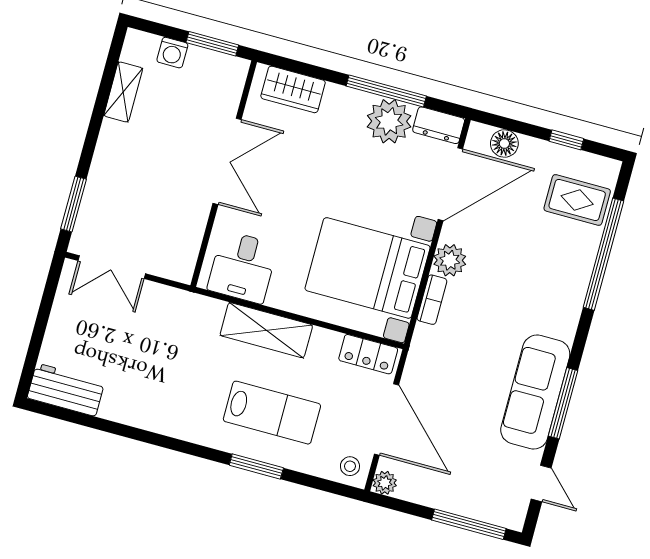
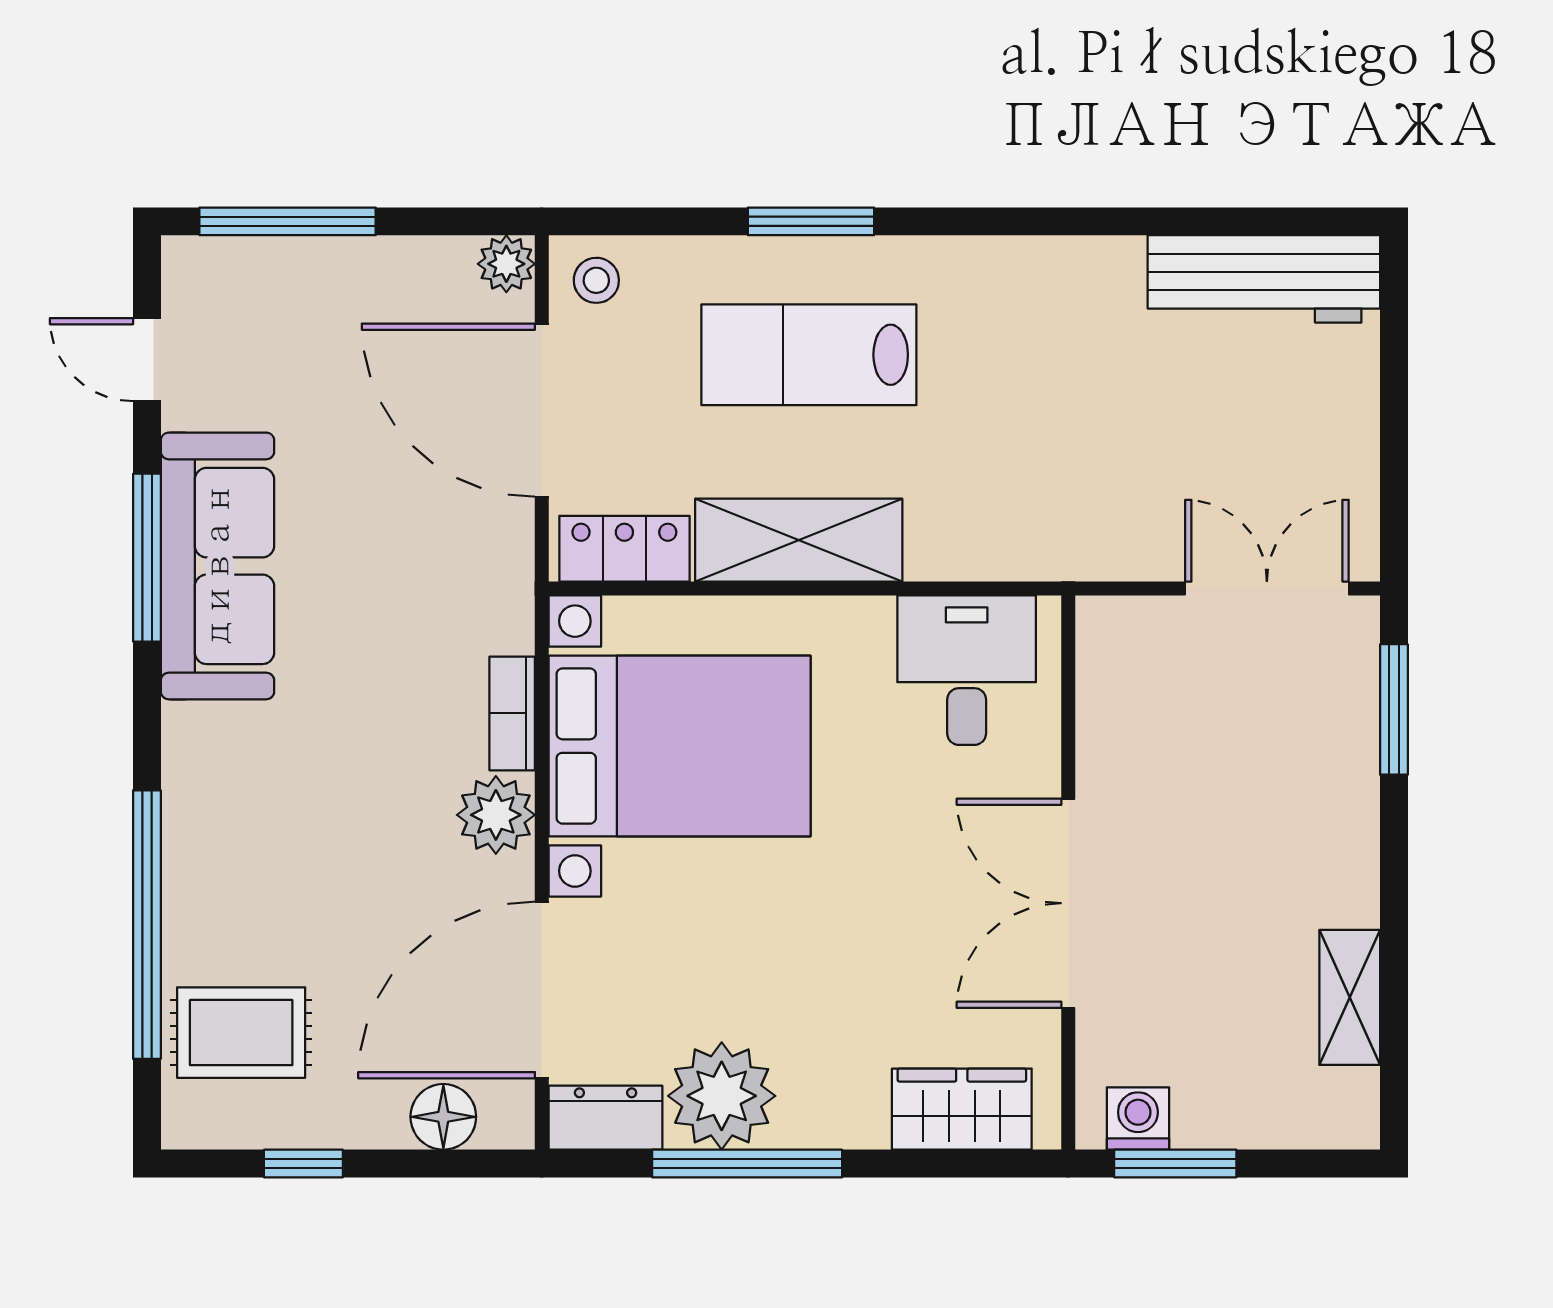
washing machine: (172, 53) -> (1138, 1118), moved
shelving: (266, 330) -> (799, 540), moved
workbench: (66, 390) -> (1264, 279), width x1.38

